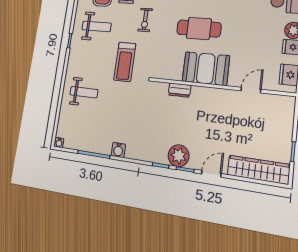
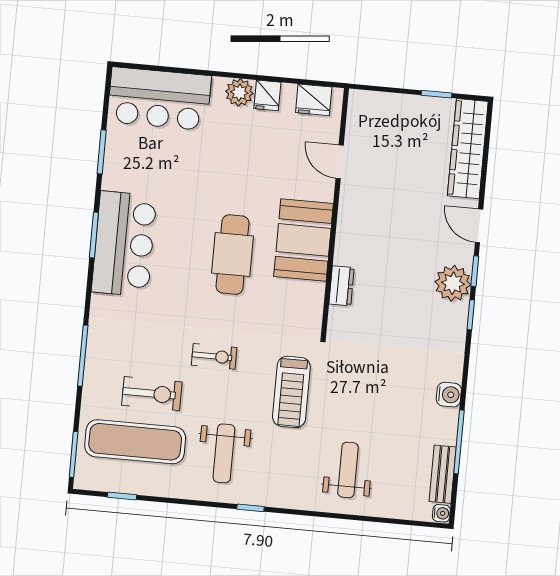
weight bench: (97, 26) -> (224, 453), turned 180
treadmill: (125, 62) -> (291, 392), turned 90
bench: (78, 144) -> (443, 474), added

